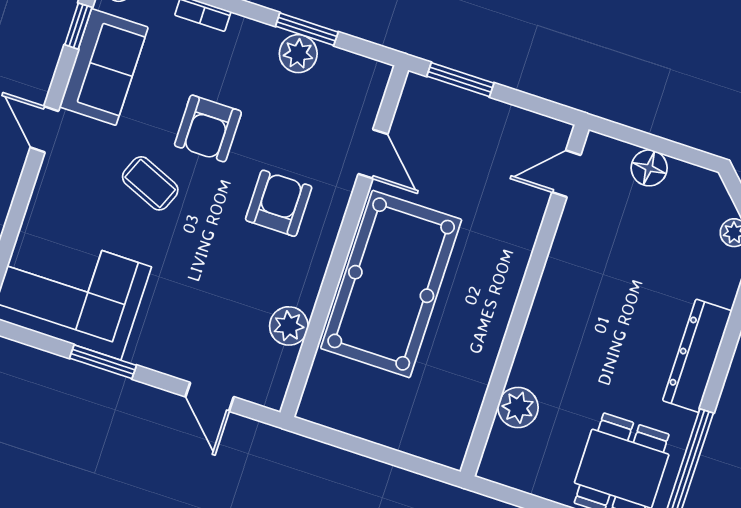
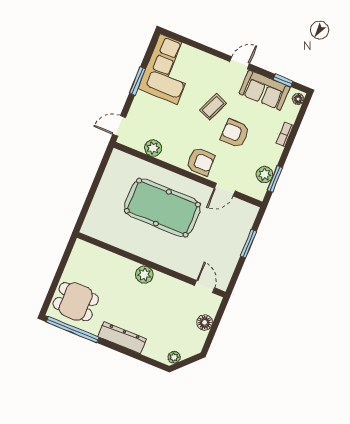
door: (373, 154) -> (225, 190), moved
wall: (344, 241) -> (188, 175), moved
plant: (289, 326) -> (153, 148), moved
plant: (518, 407) -> (144, 275), moved

